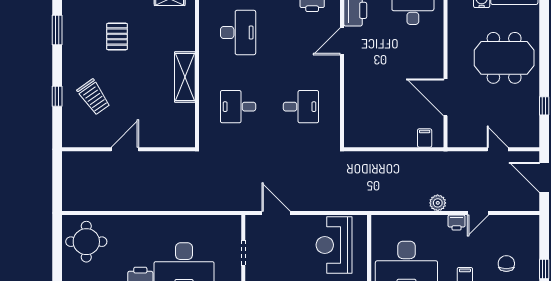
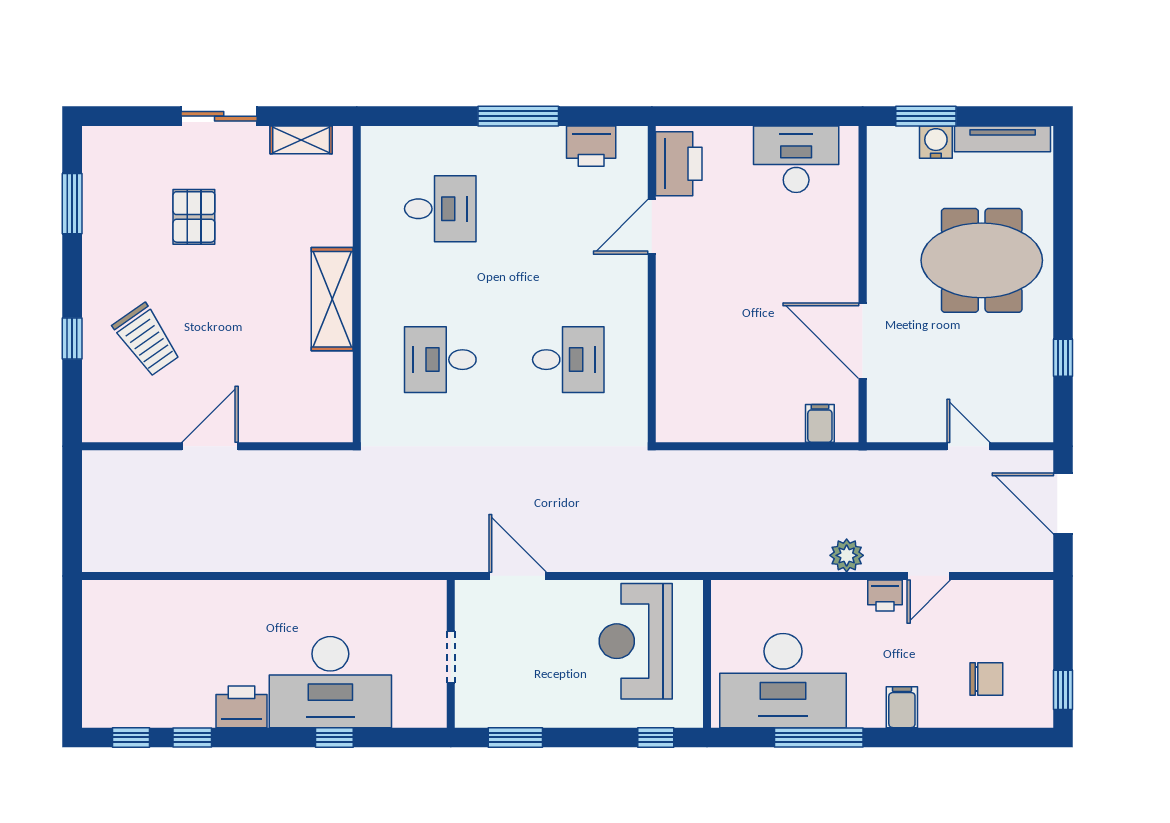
desk: (238, 32) -> (440, 209), width x0.73
round table: (86, 242) -> (132, 634), removed
chair: (506, 264) -> (986, 679), turned 90

